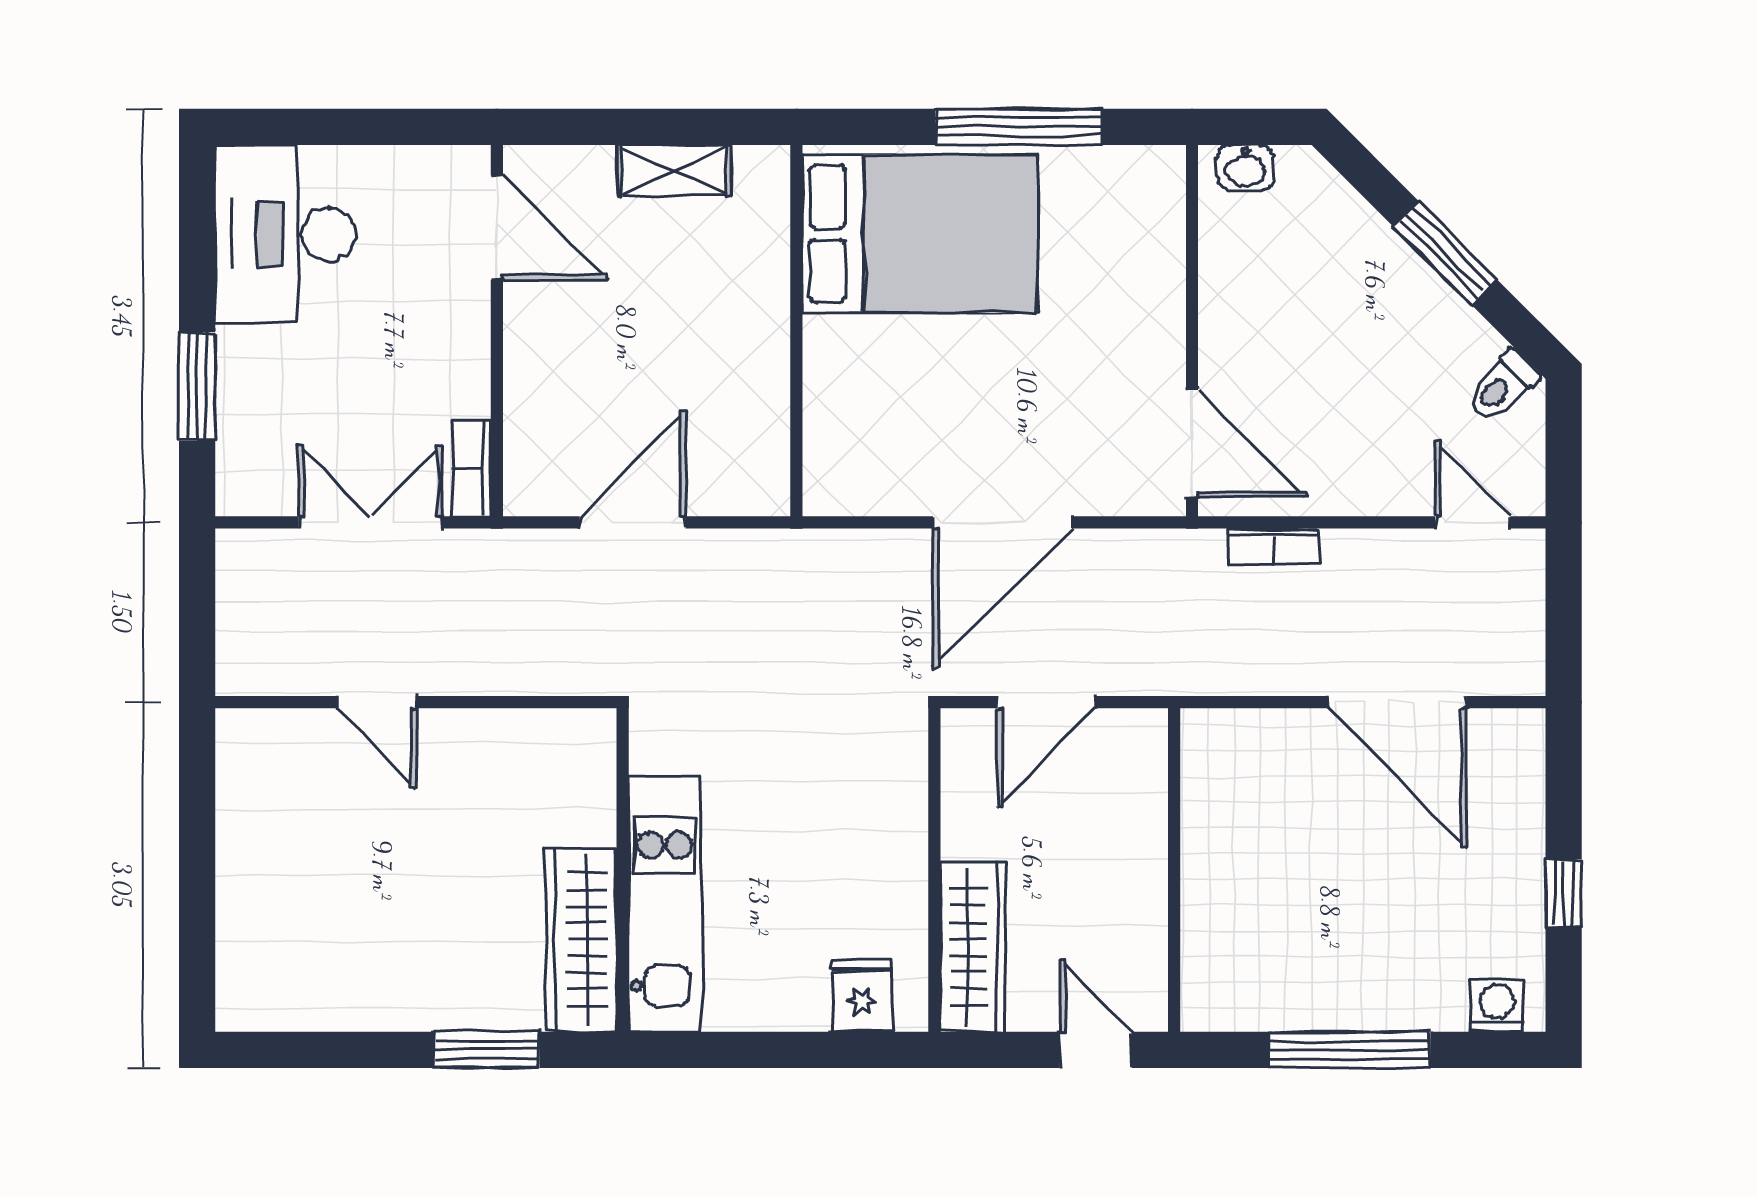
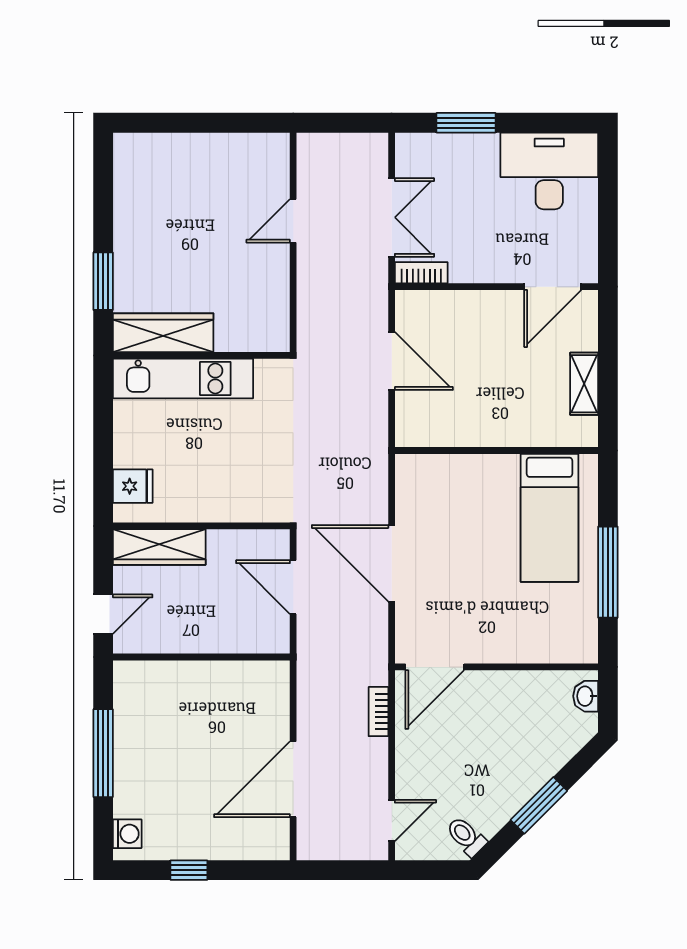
bed: (920, 234) -> (549, 518), width x0.67

